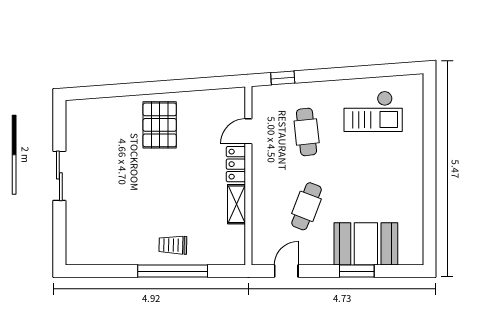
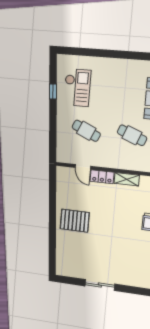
window: (283, 78) -> (53, 91), moved
cafe table: (307, 132) -> (86, 131), turned 30

